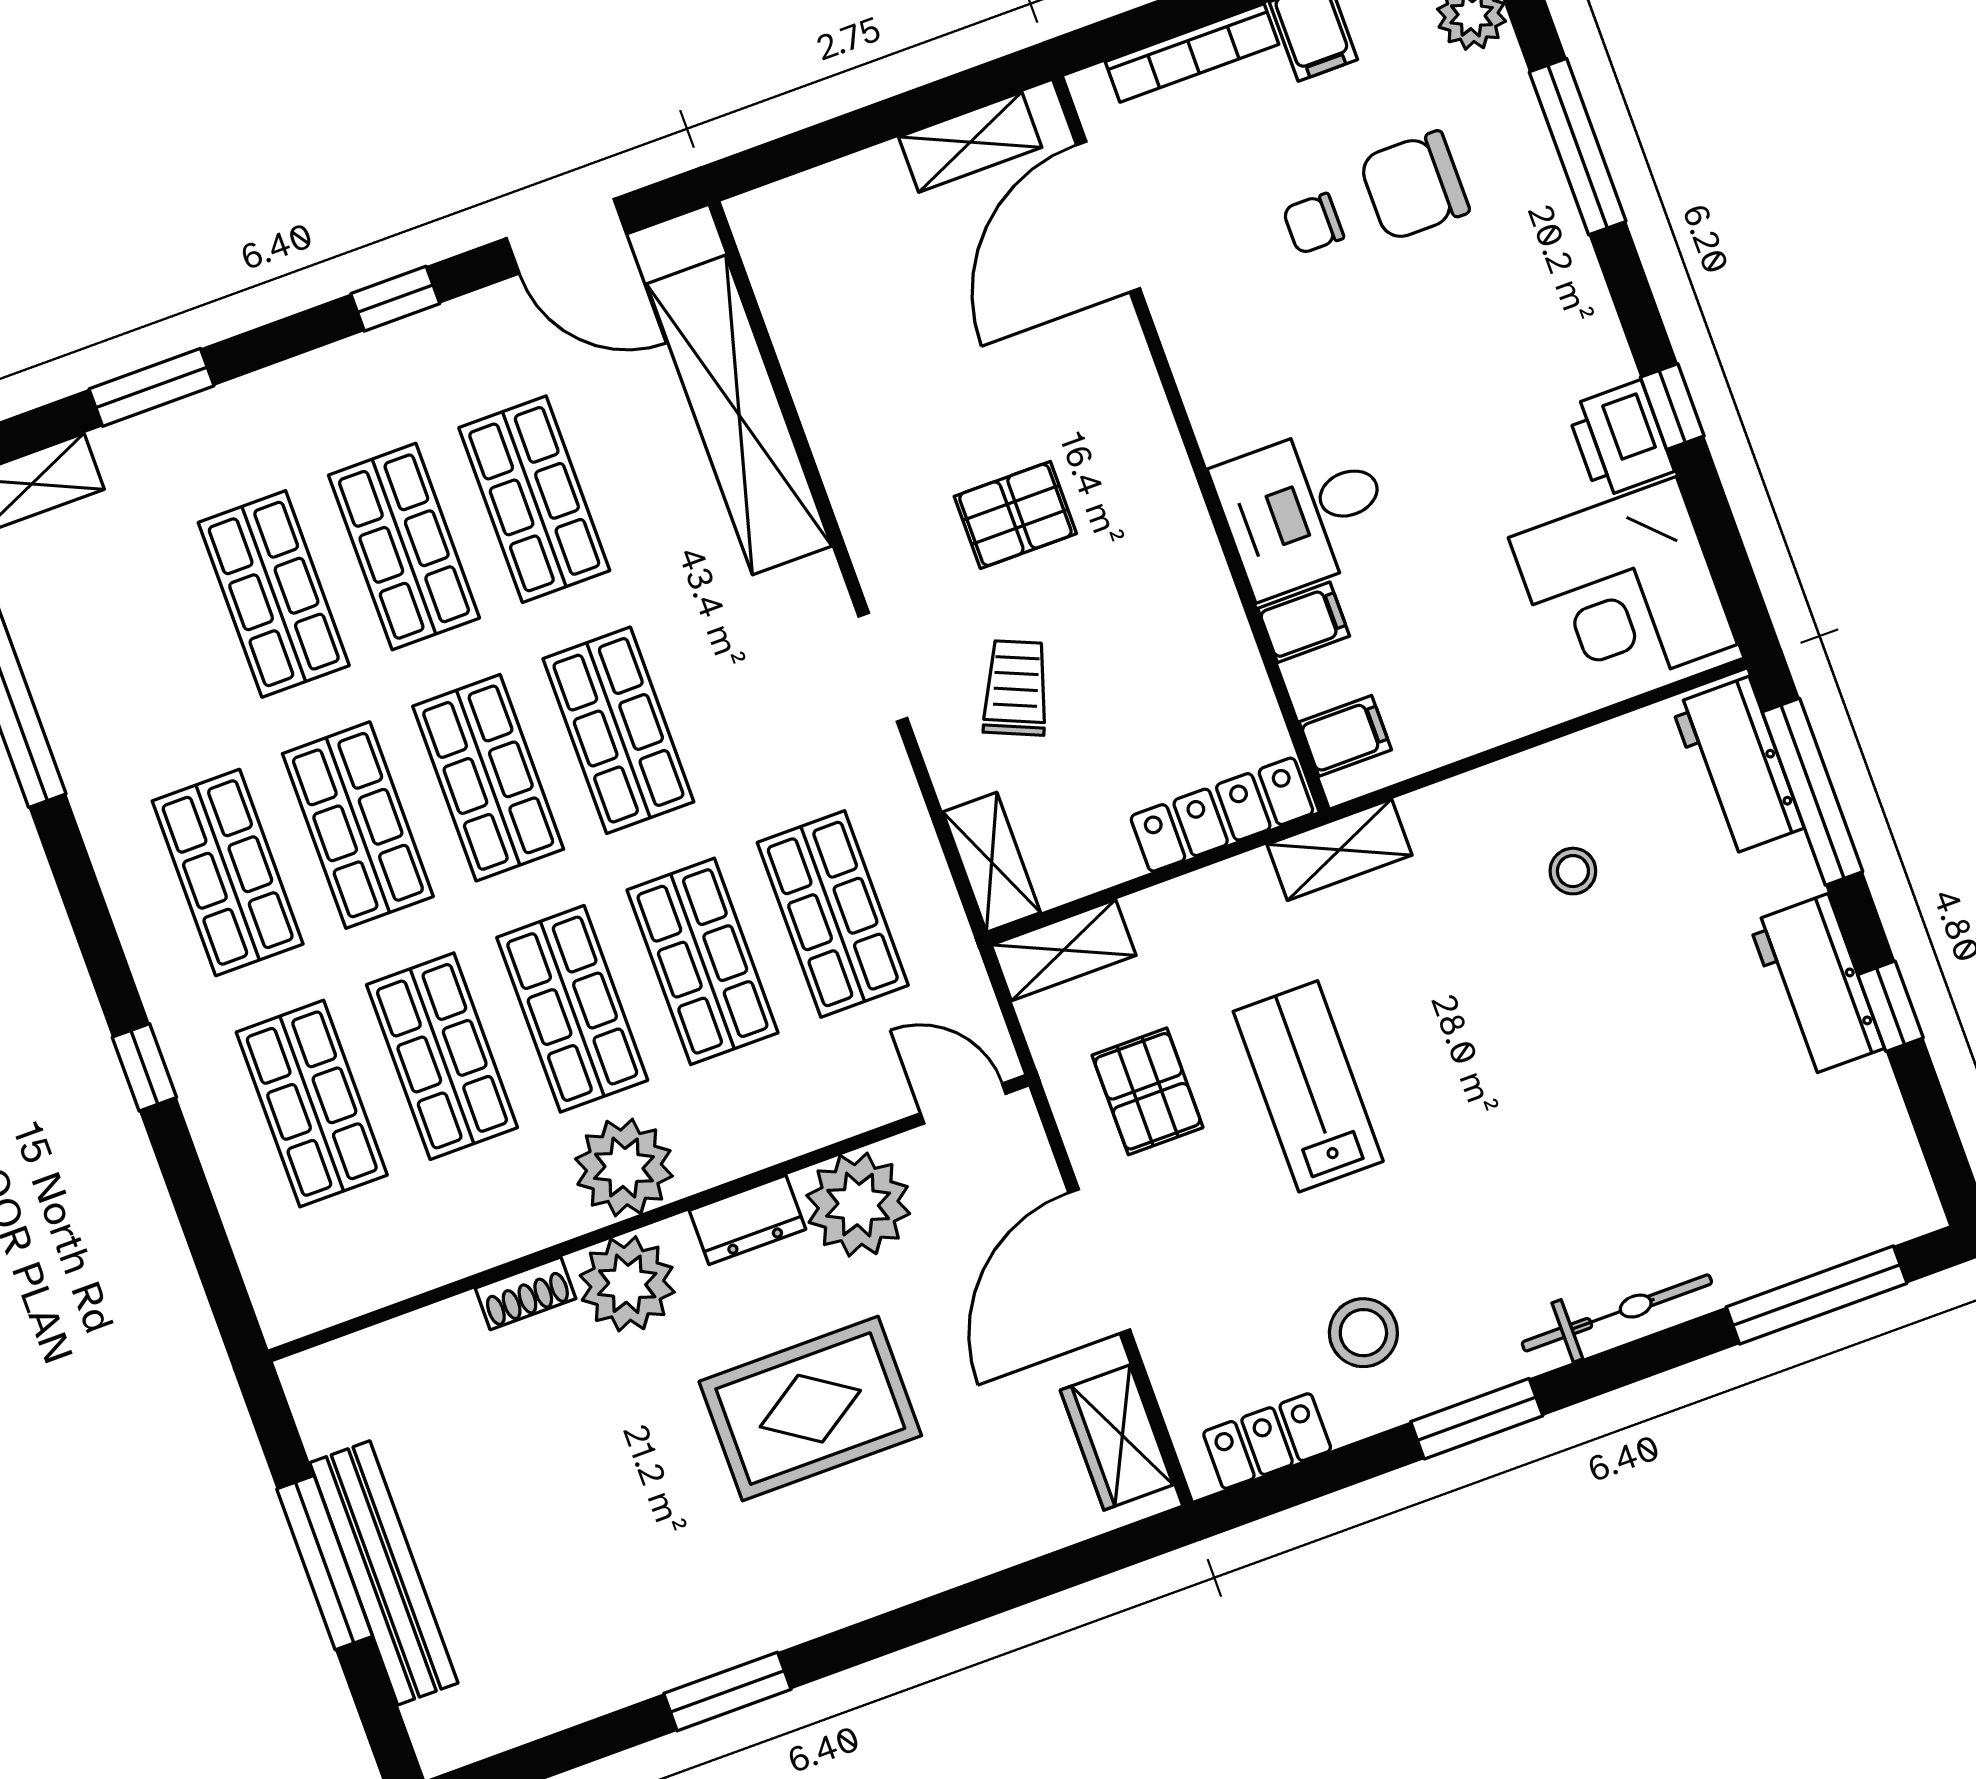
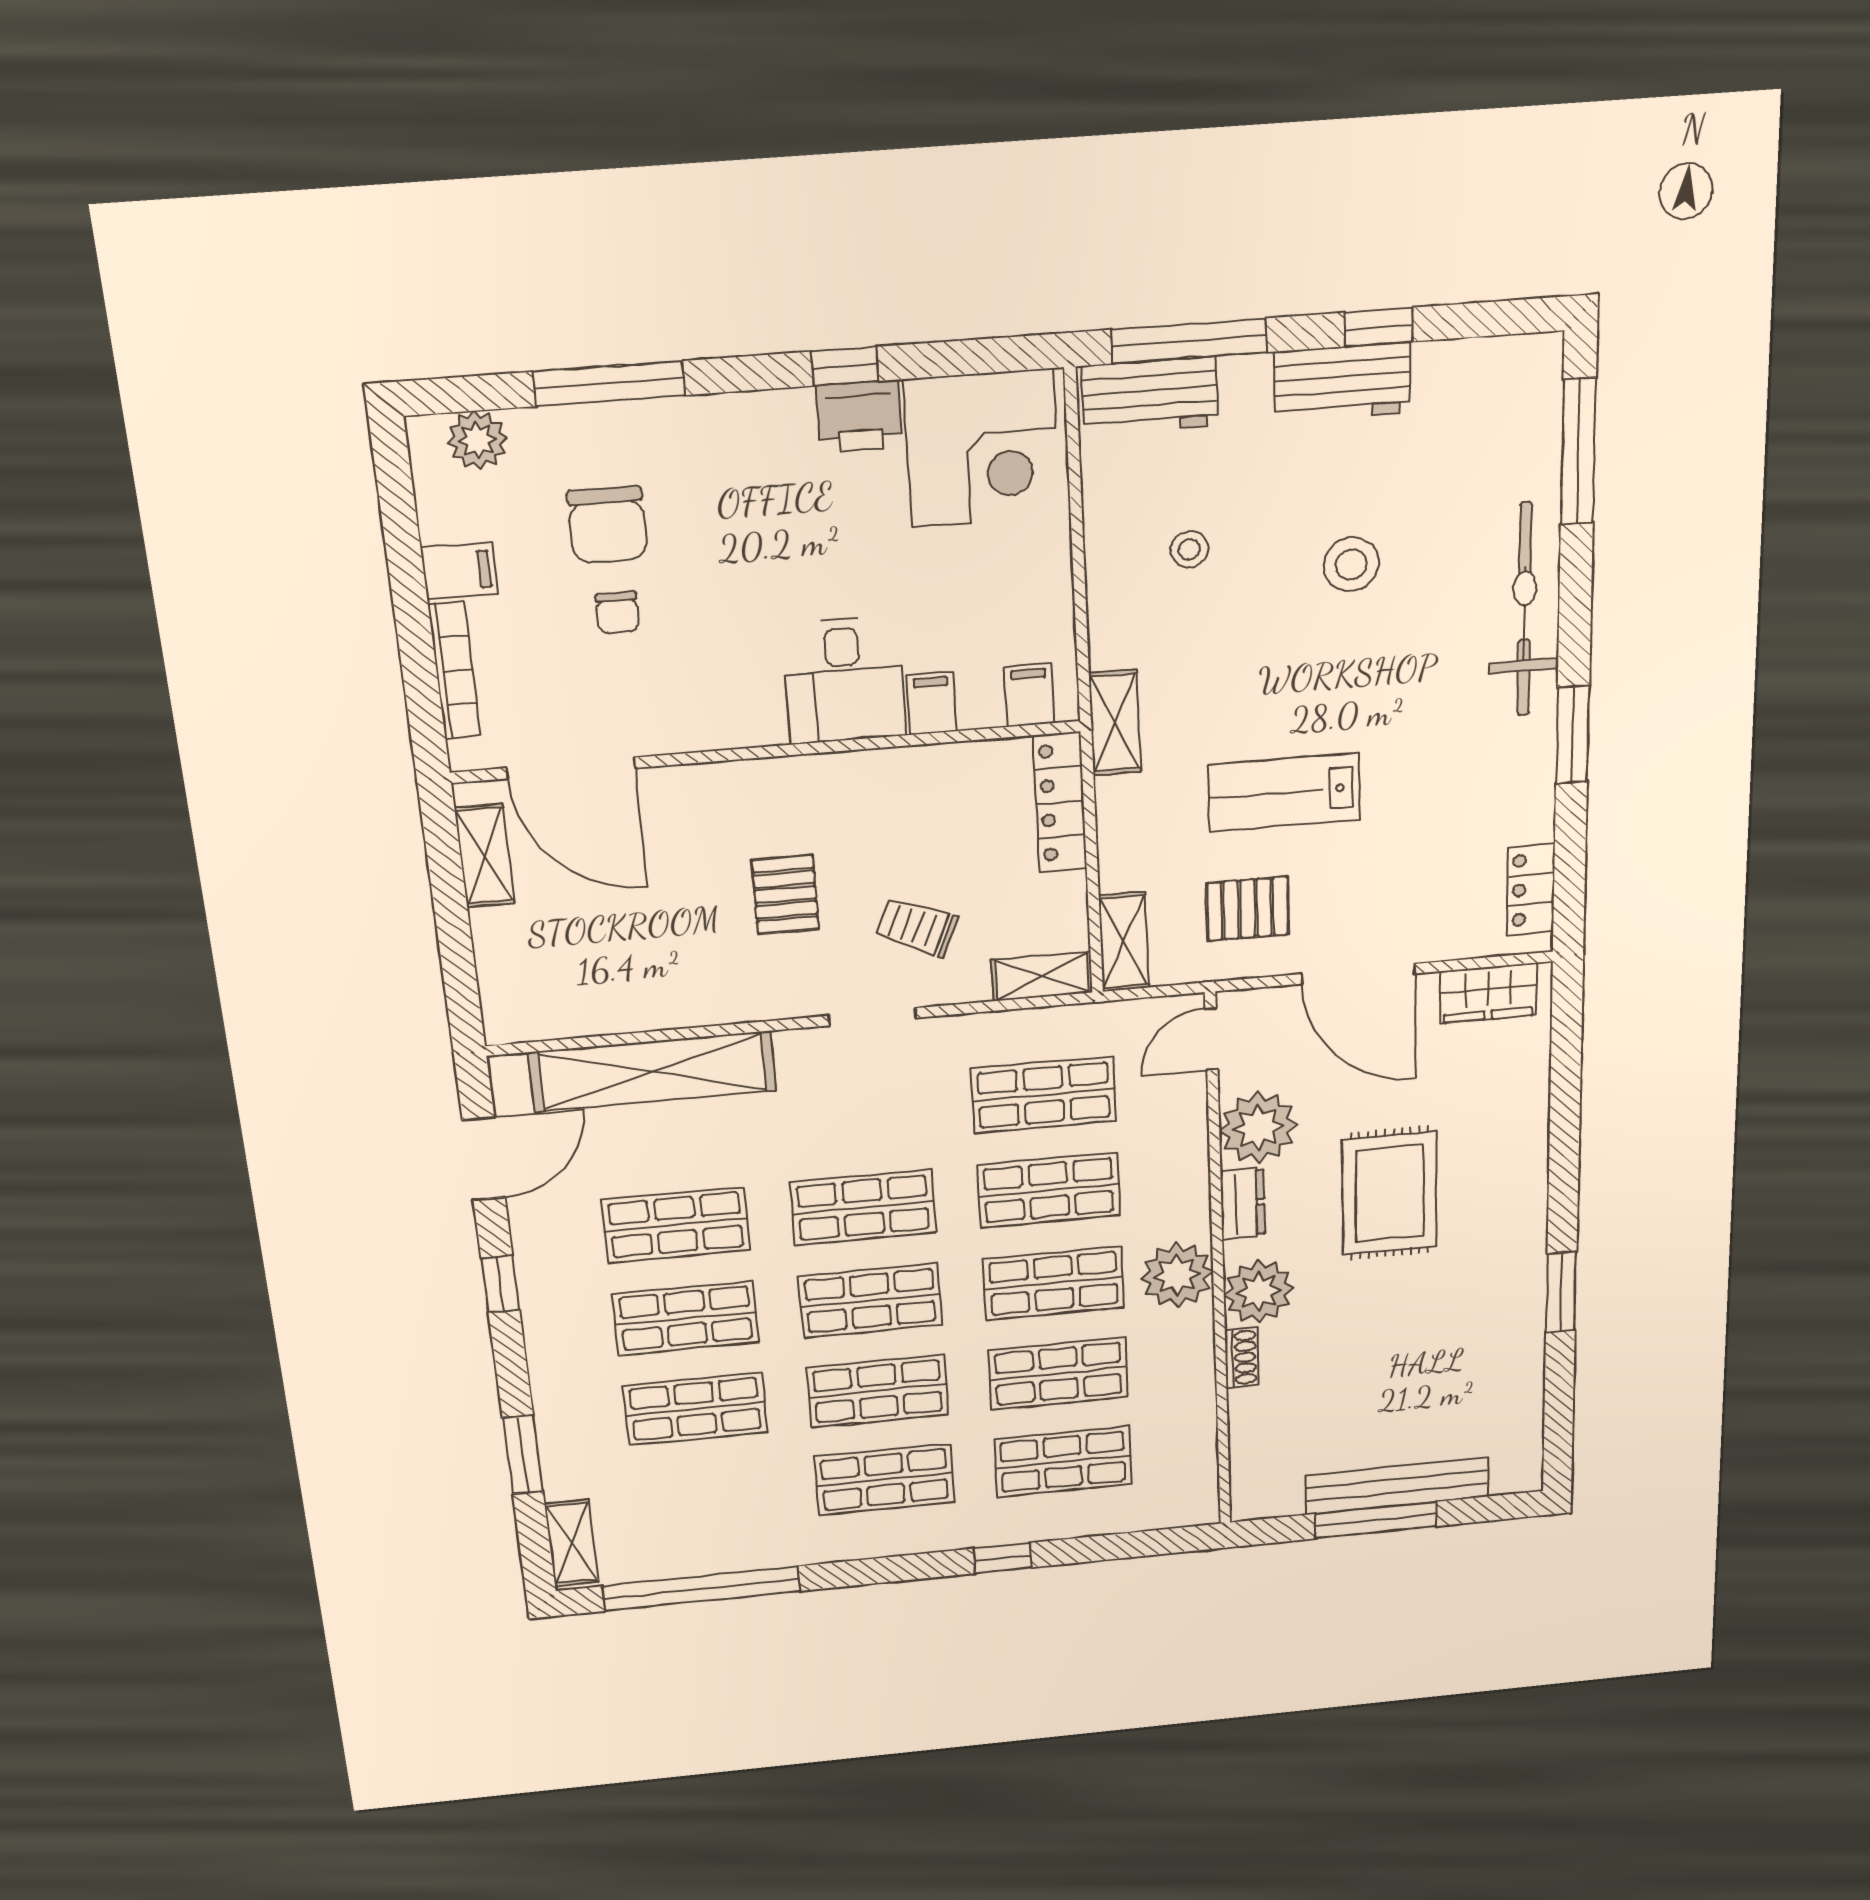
bicycle: (1617, 1313) -> (1525, 610), width x1.37, depth x1.40
stool: (1363, 1333) -> (1351, 565), moved

